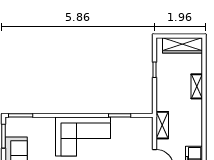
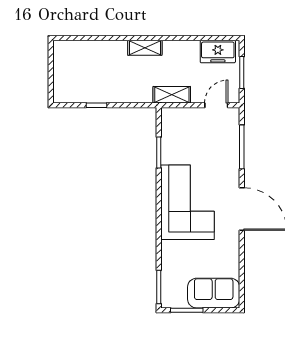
wardrobe: (182, 45) -> (63, 67), removed
shelving: (197, 86) -> (145, 48), moved

